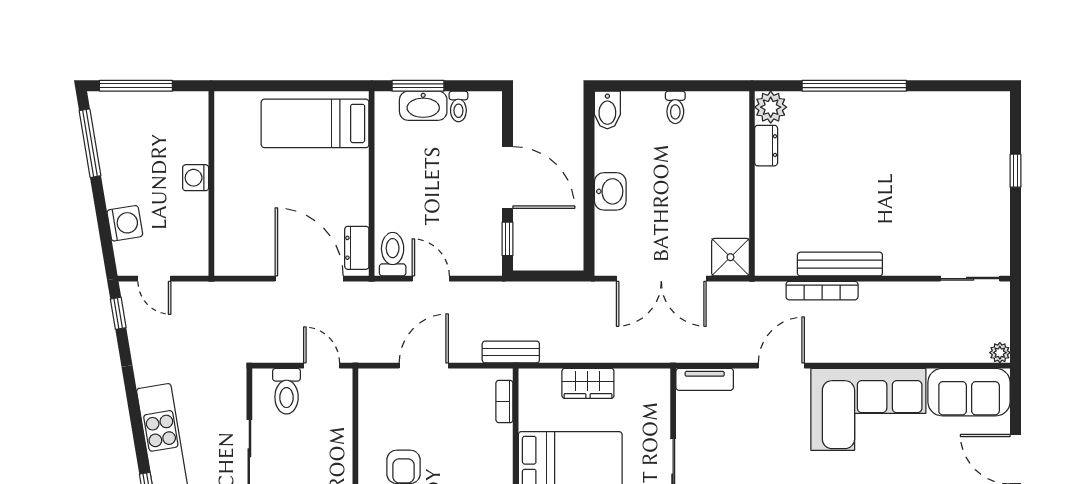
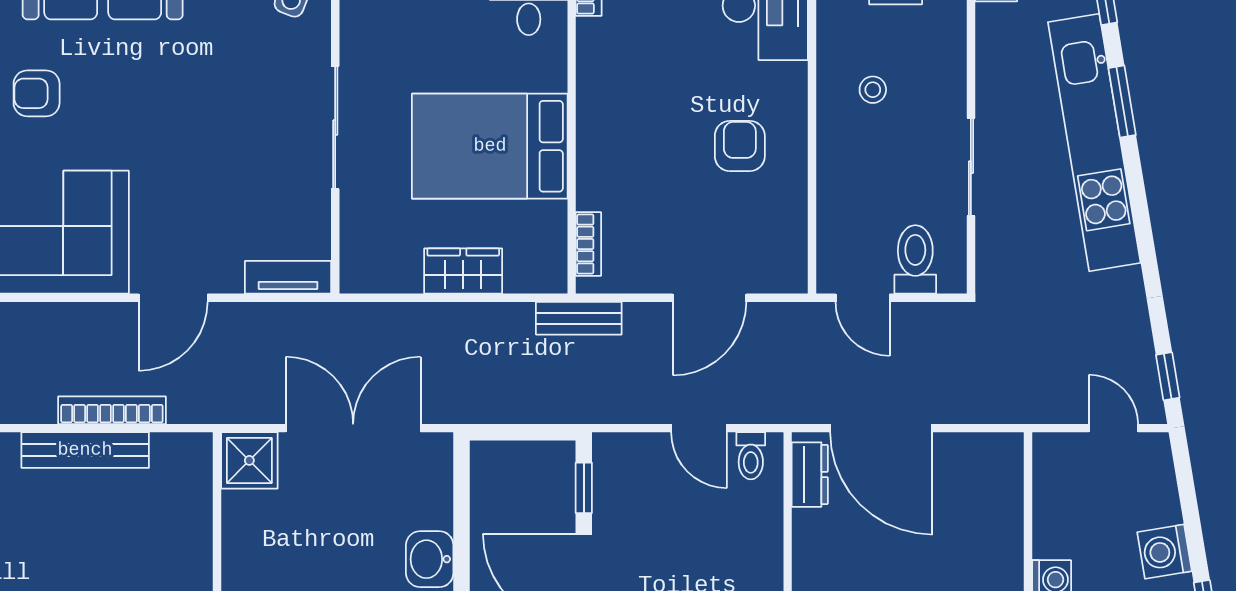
washing machine: (125, 223) -> (1165, 552), moved
toilet: (393, 254) -> (751, 456), width x0.73, depth x0.72

